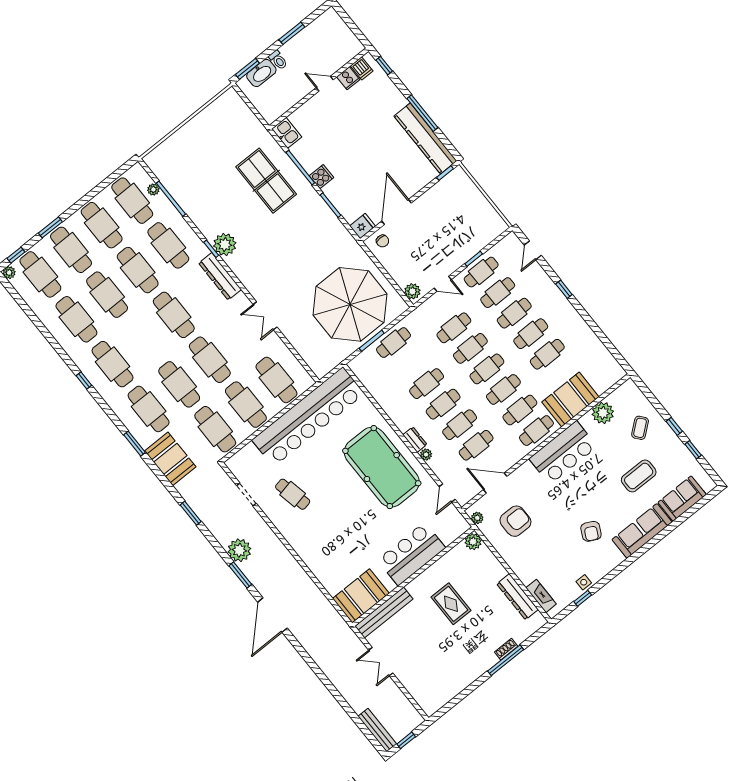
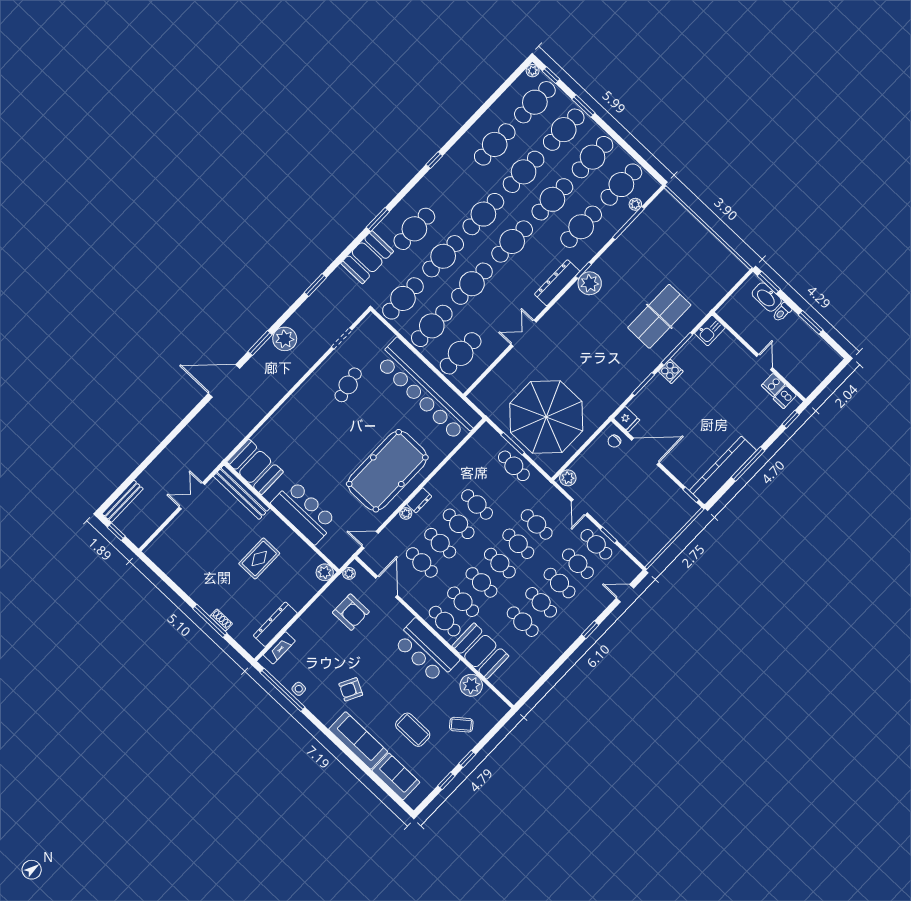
cafe table: (113, 364) -> (483, 214), moved
window: (583, 598) -> (282, 690), width x3.17

